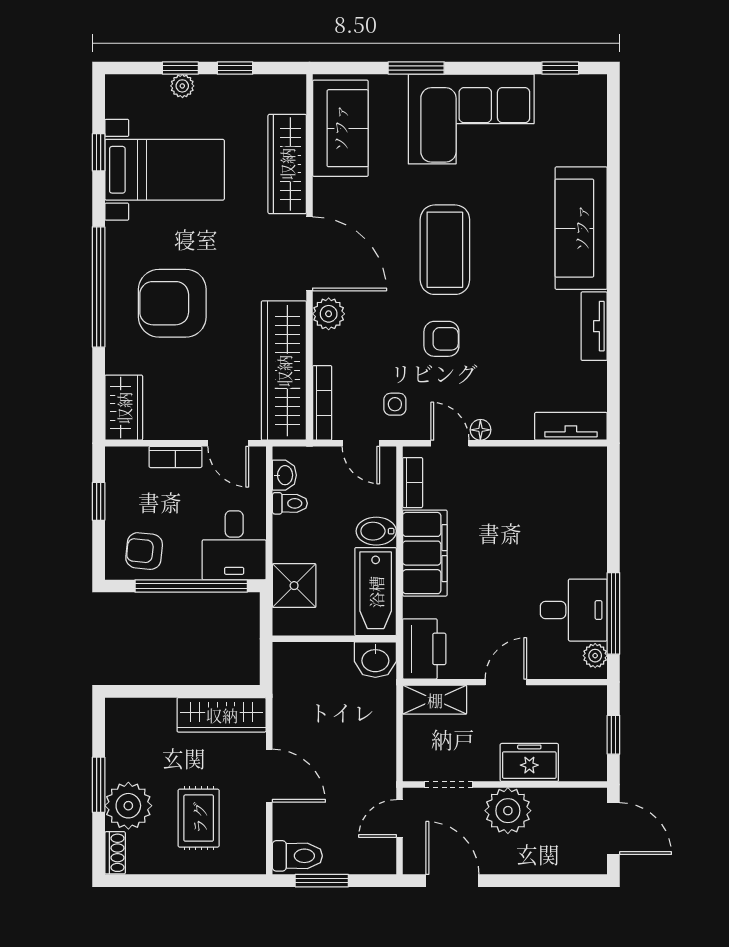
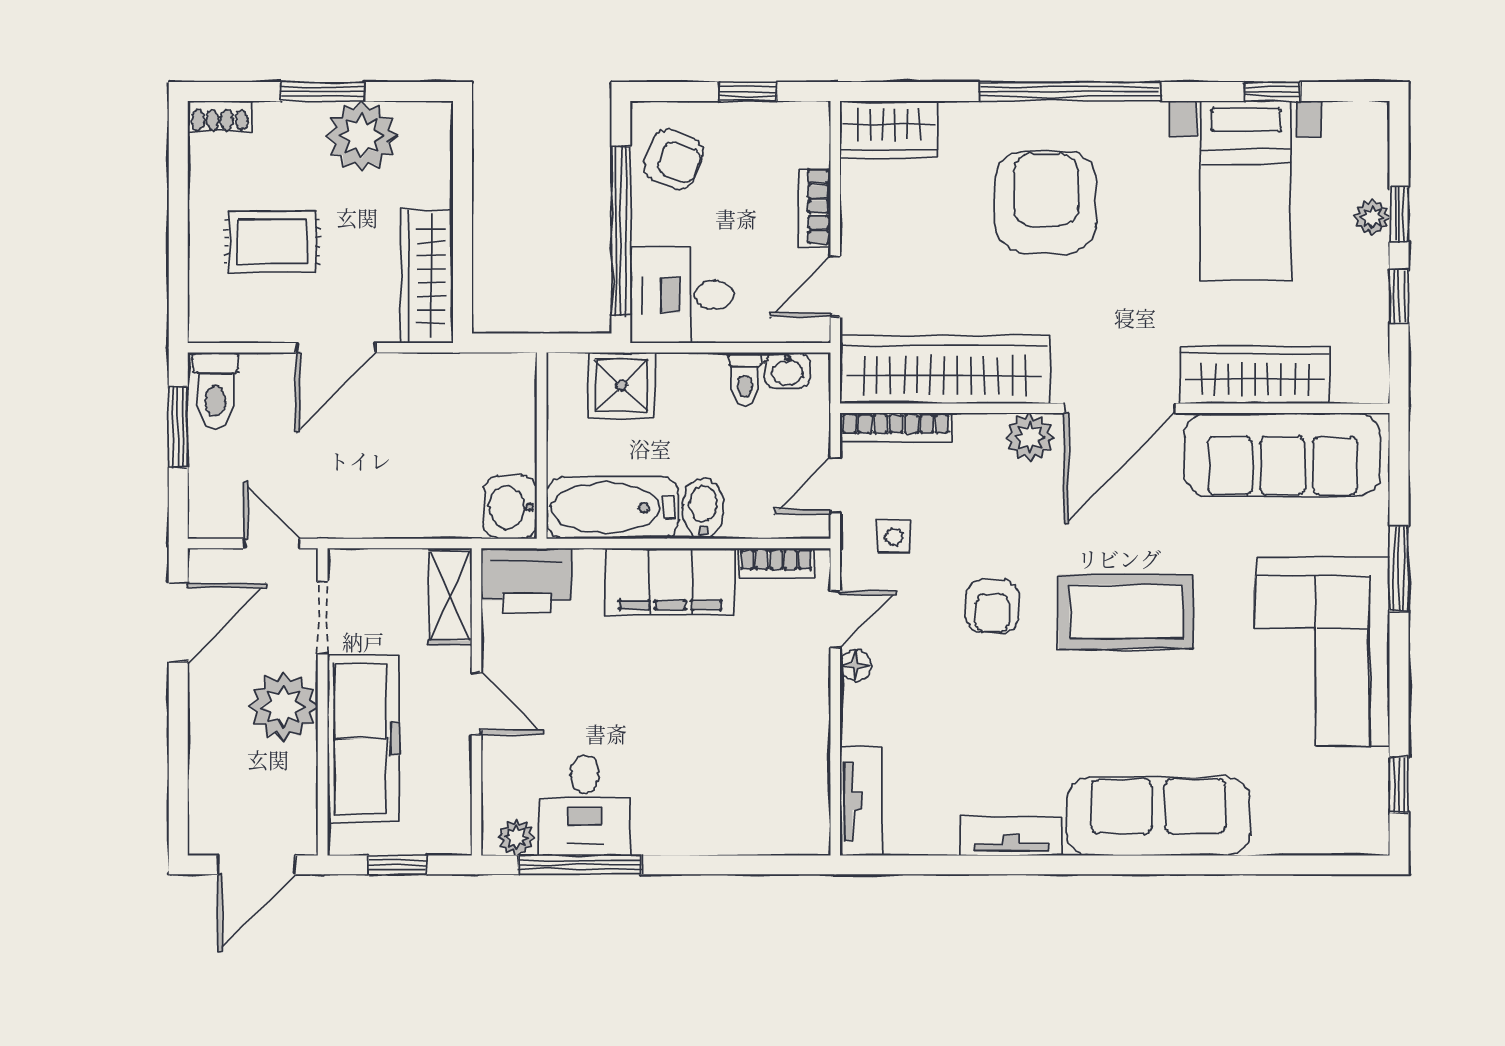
sofa: (340, 128) -> (1282, 455), width x1.36
armchair: (144, 551) -> (673, 160), turned 106
freezer: (529, 762) -> (363, 739), width x1.91, depth x1.26
plant: (128, 806) -> (362, 136), moved

